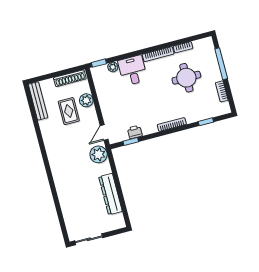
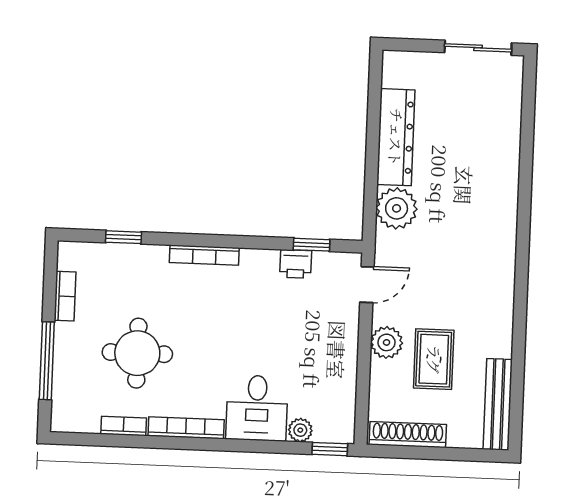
plant: (86, 100) -> (387, 342), moved
plant: (99, 154) -> (397, 208), moved

